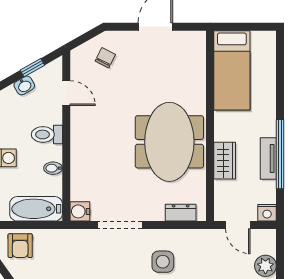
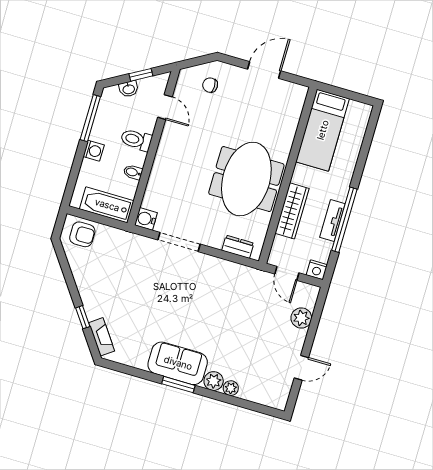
chair: (105, 58) -> (210, 85), turned -117
wardrobe: (225, 161) -> (292, 211), width x1.50
armchair: (20, 246) -> (82, 234), turned -90
side table: (163, 262) -> (208, 287), removed

